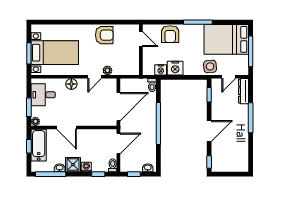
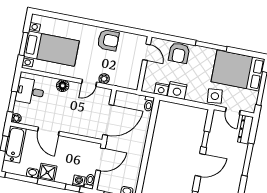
door: (229, 77) -> (233, 111), hinge flipped
window: (209, 95) -> (205, 139), moved
window: (158, 123) -> (148, 146), removed
washing machine: (86, 167) -> (79, 181), moved

